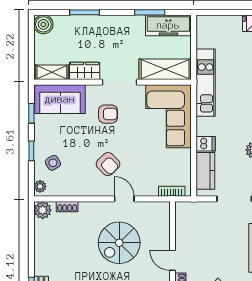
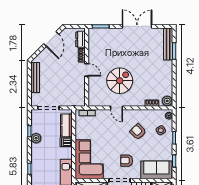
armchair: (108, 164) -> (138, 132), moved

